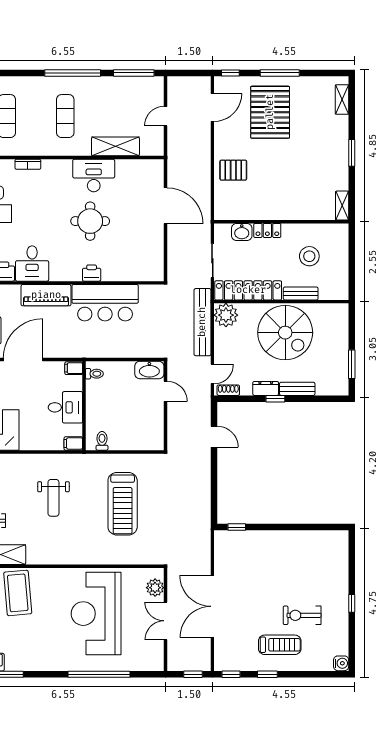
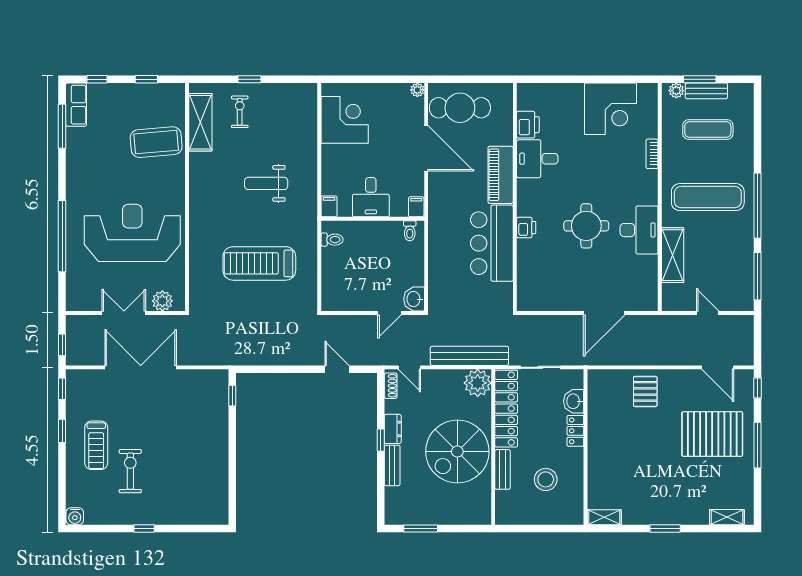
exercise mat: (65, 116) -> (708, 197), width x1.36, depth x1.45
washbasin: (149, 370) -> (414, 299), width x0.72
door: (214, 437) -> (337, 369), swing flipped

